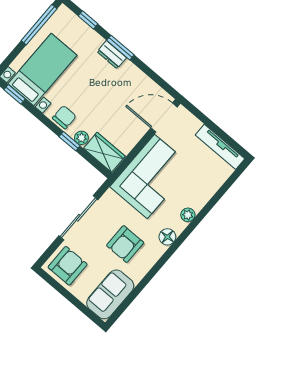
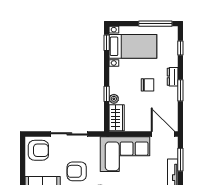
window: (120, 48) -> (180, 90), moved
chair: (64, 117) -> (147, 85), moved
window: (208, 122) -> (180, 160), added

